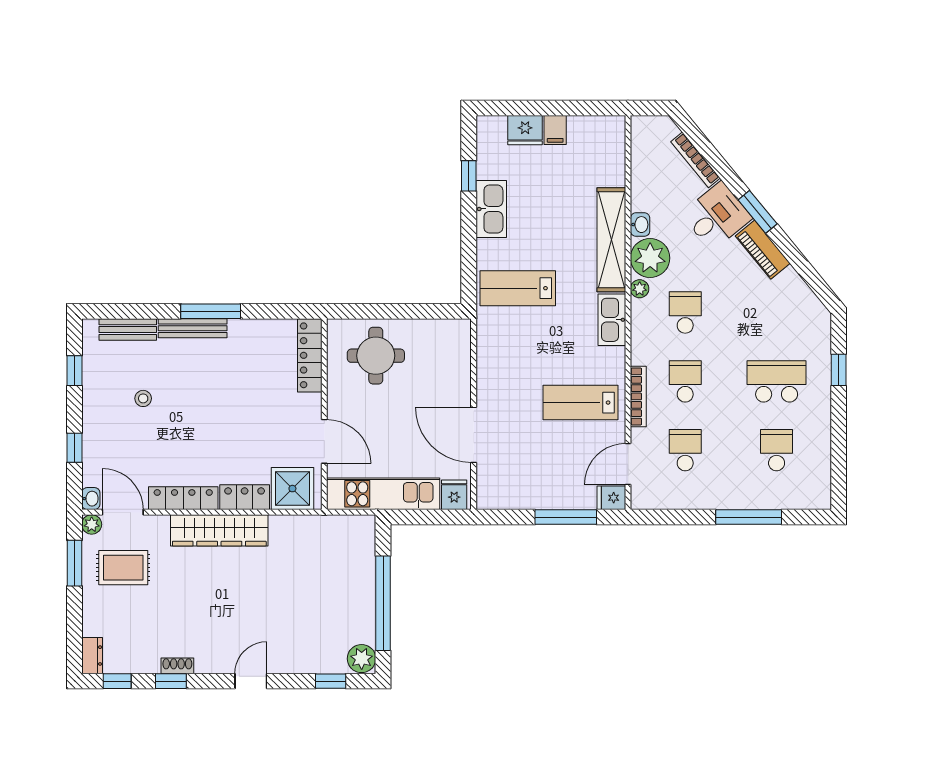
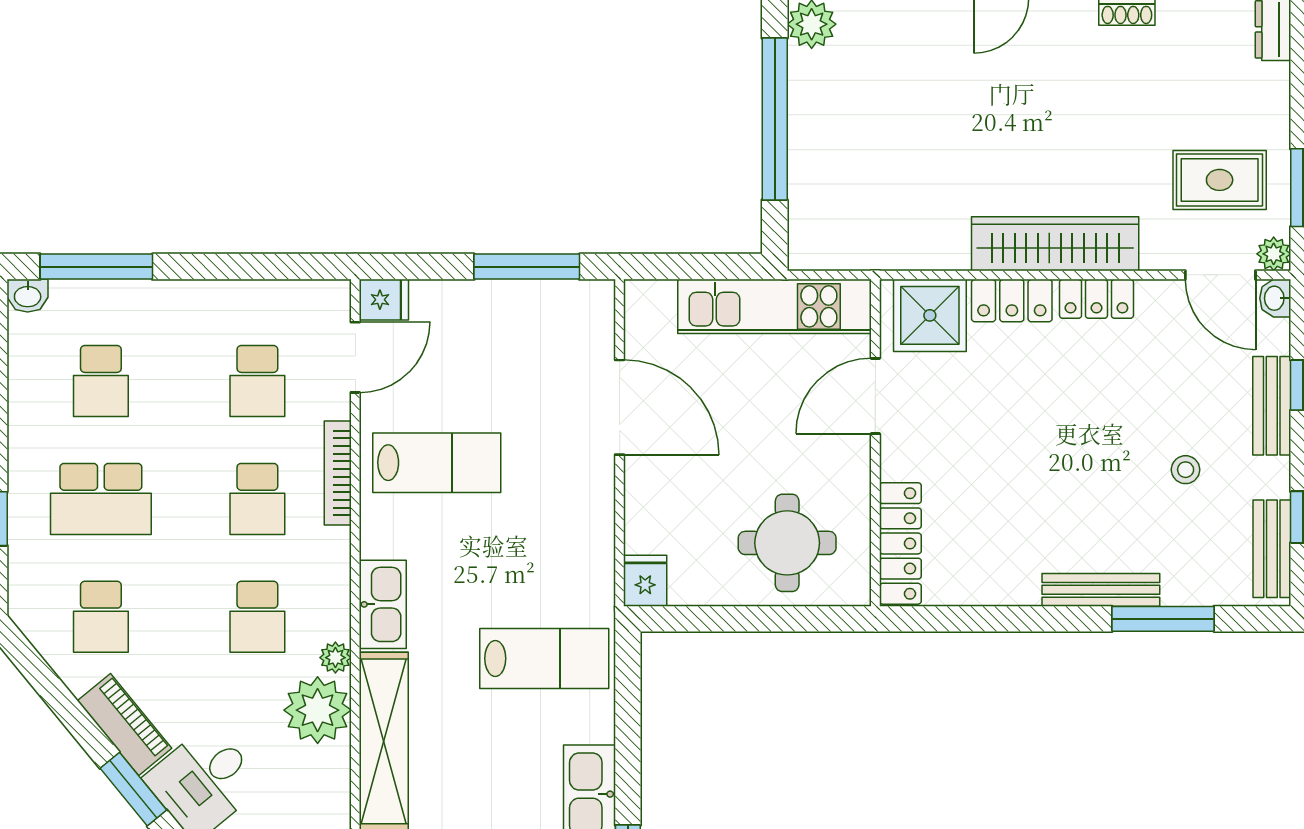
washbasin: (640, 225) -> (28, 296), moved, turned -90
window: (211, 311) -> (1163, 619), moved
school desk: (777, 313) -> (101, 617), added
bench: (128, 330) -> (1272, 549), moved, turned 90
bench: (93, 436) -> (1272, 406), added
door: (324, 441) -> (875, 396), hinge flipped
fridge: (454, 495) -> (645, 581), moved, turned 180
locker: (183, 498) -> (1096, 299), width x0.66
window: (566, 517) -> (527, 267), moved
window: (749, 517) -> (96, 267), moved

